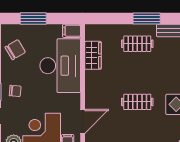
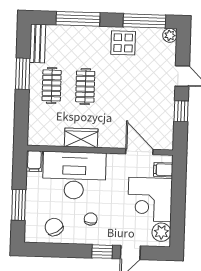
wardrobe: (93, 55) -> (81, 138), moved
chair: (15, 91) -> (91, 219), moved
clothes rail: (137, 102) -> (85, 87), moved

